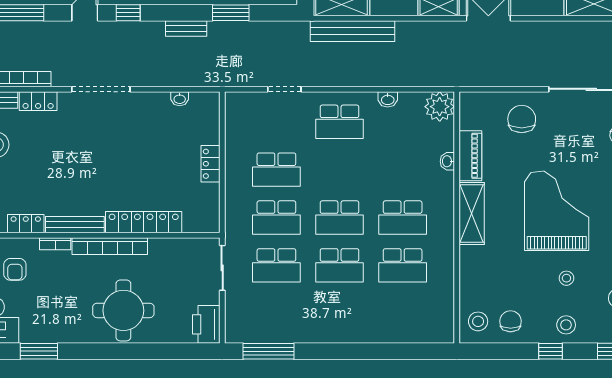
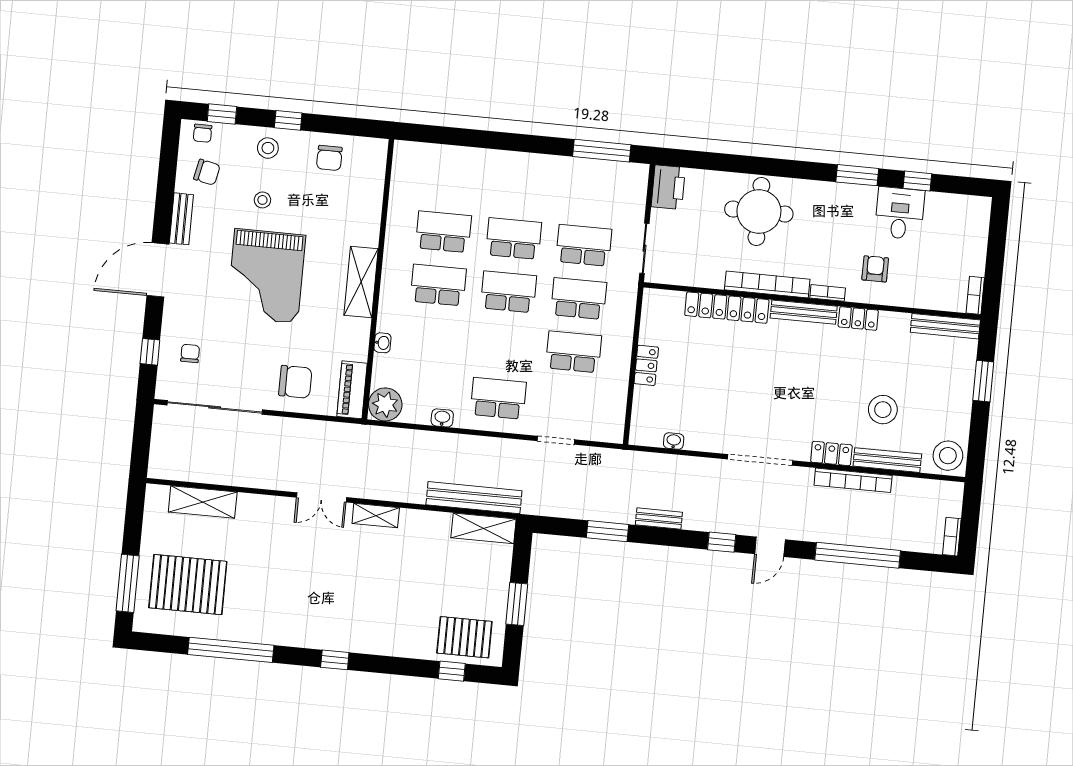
chair: (522, 119) -> (295, 382), turned -90
piano: (470, 156) -> (352, 390), moved
stool: (478, 321) -> (365, 161), removed

